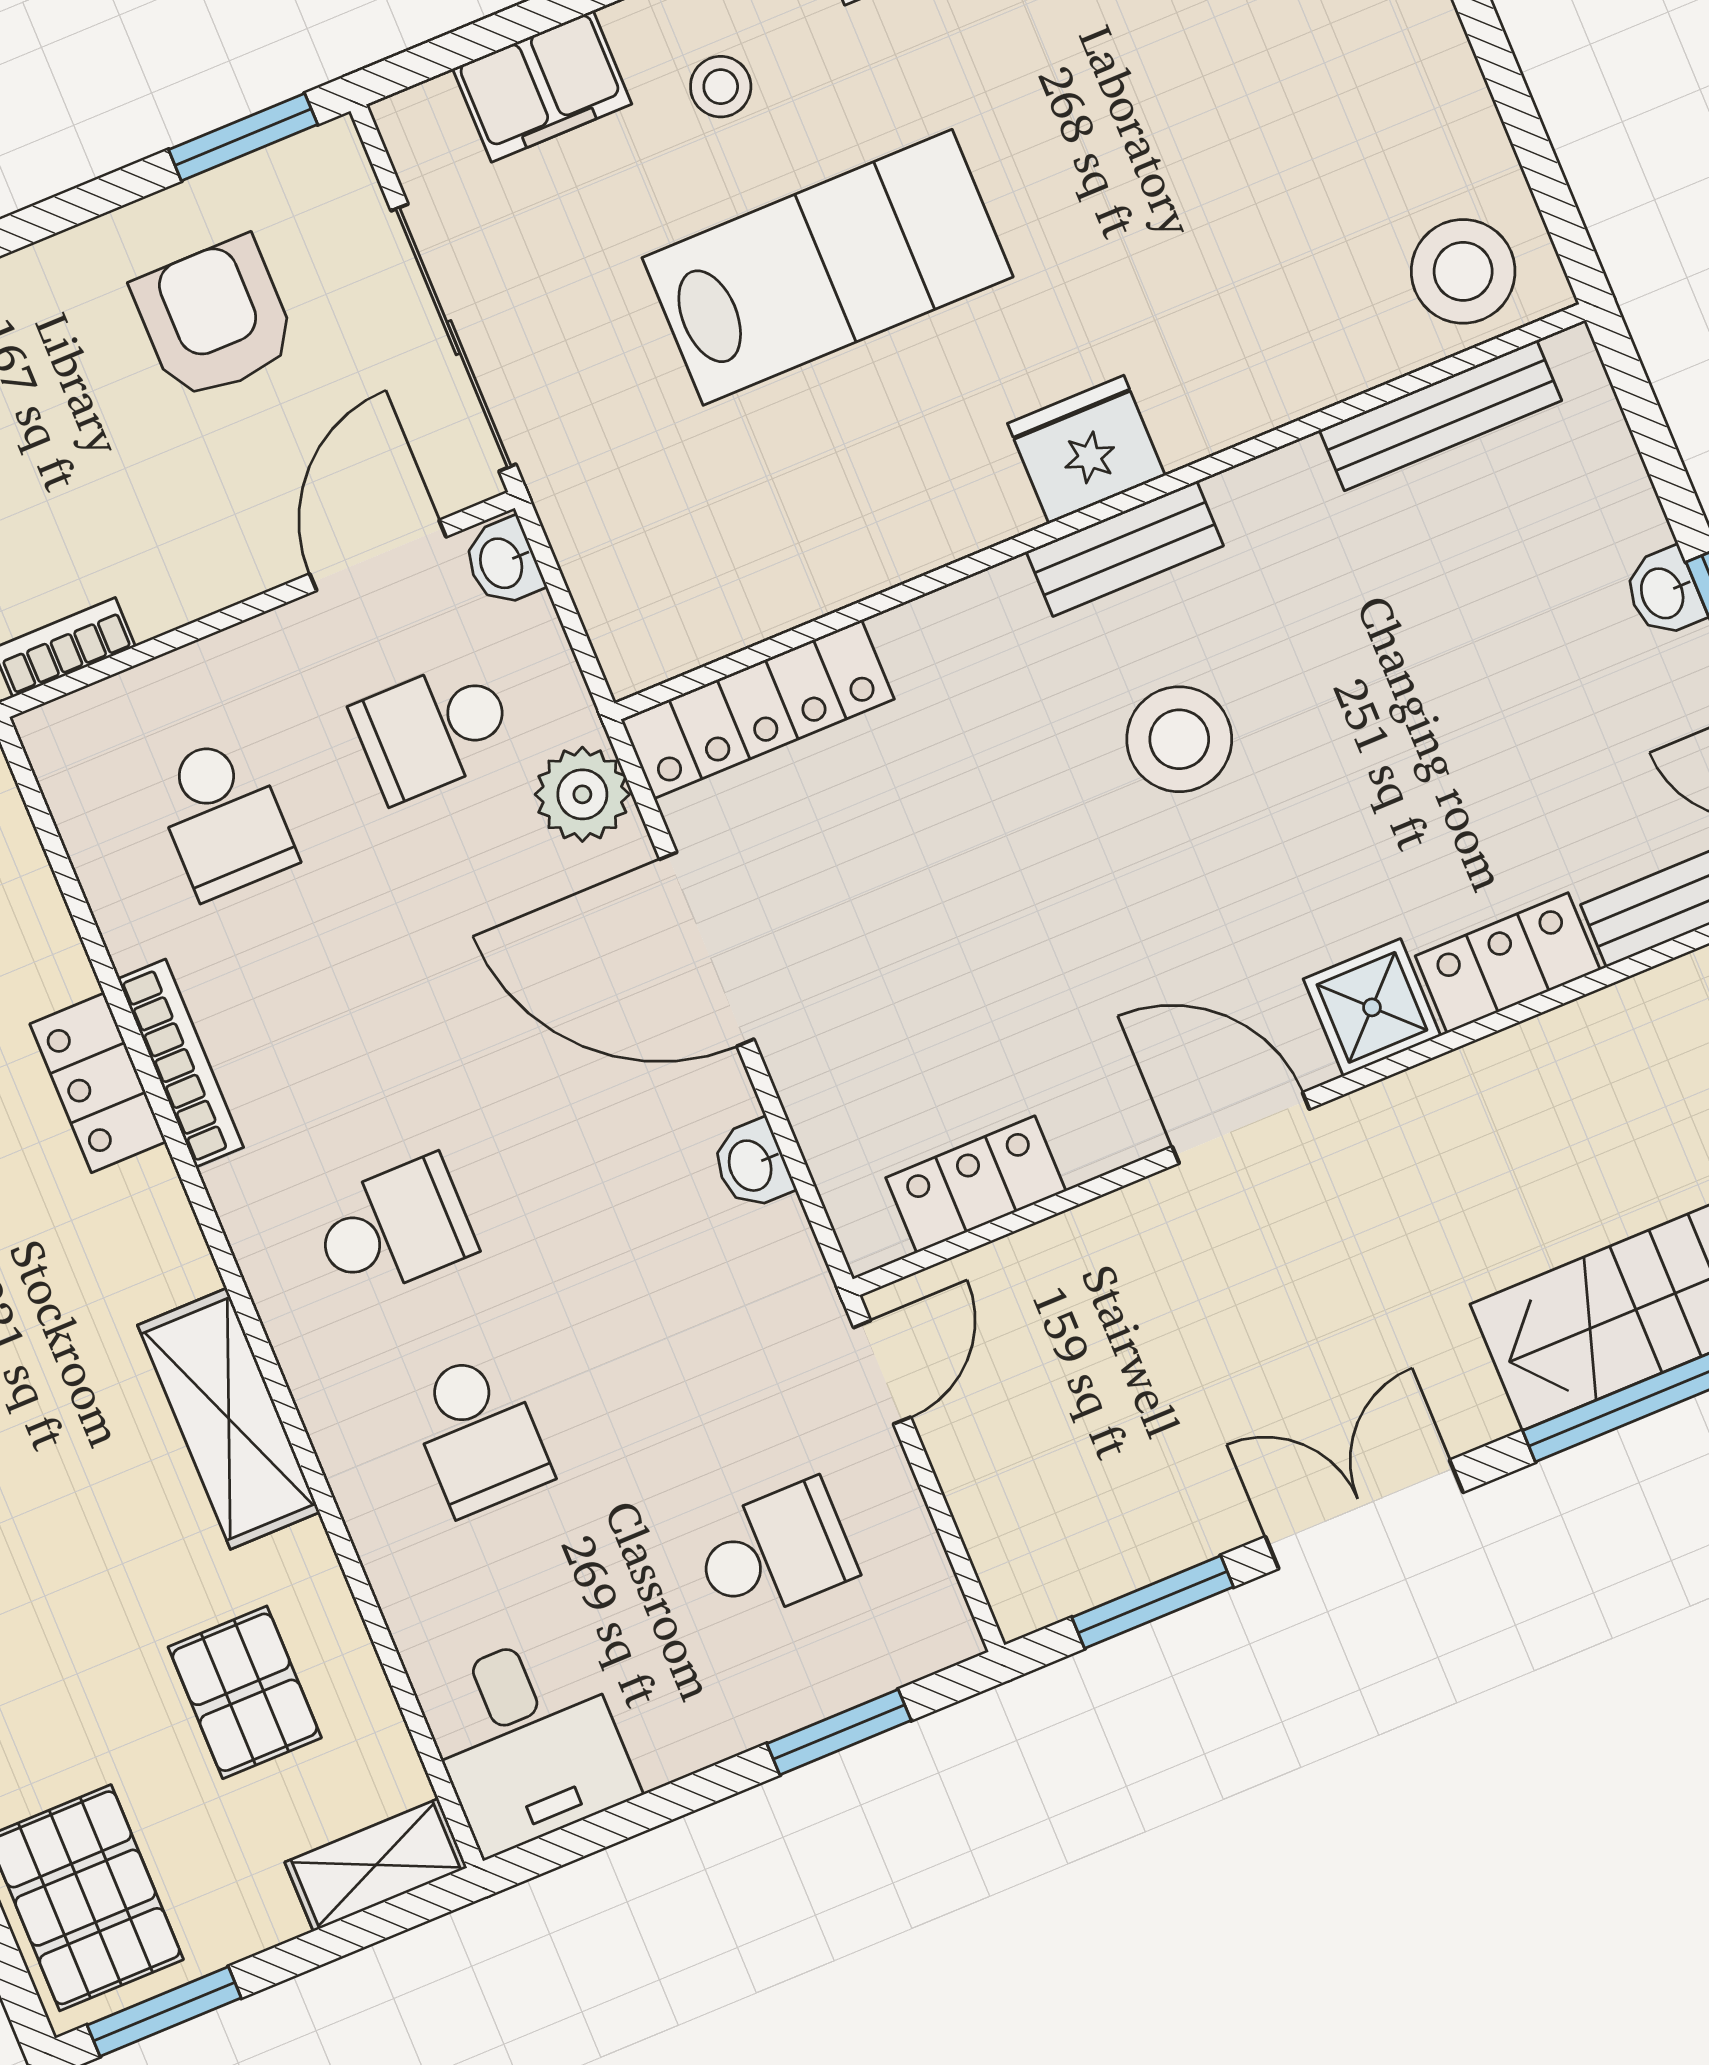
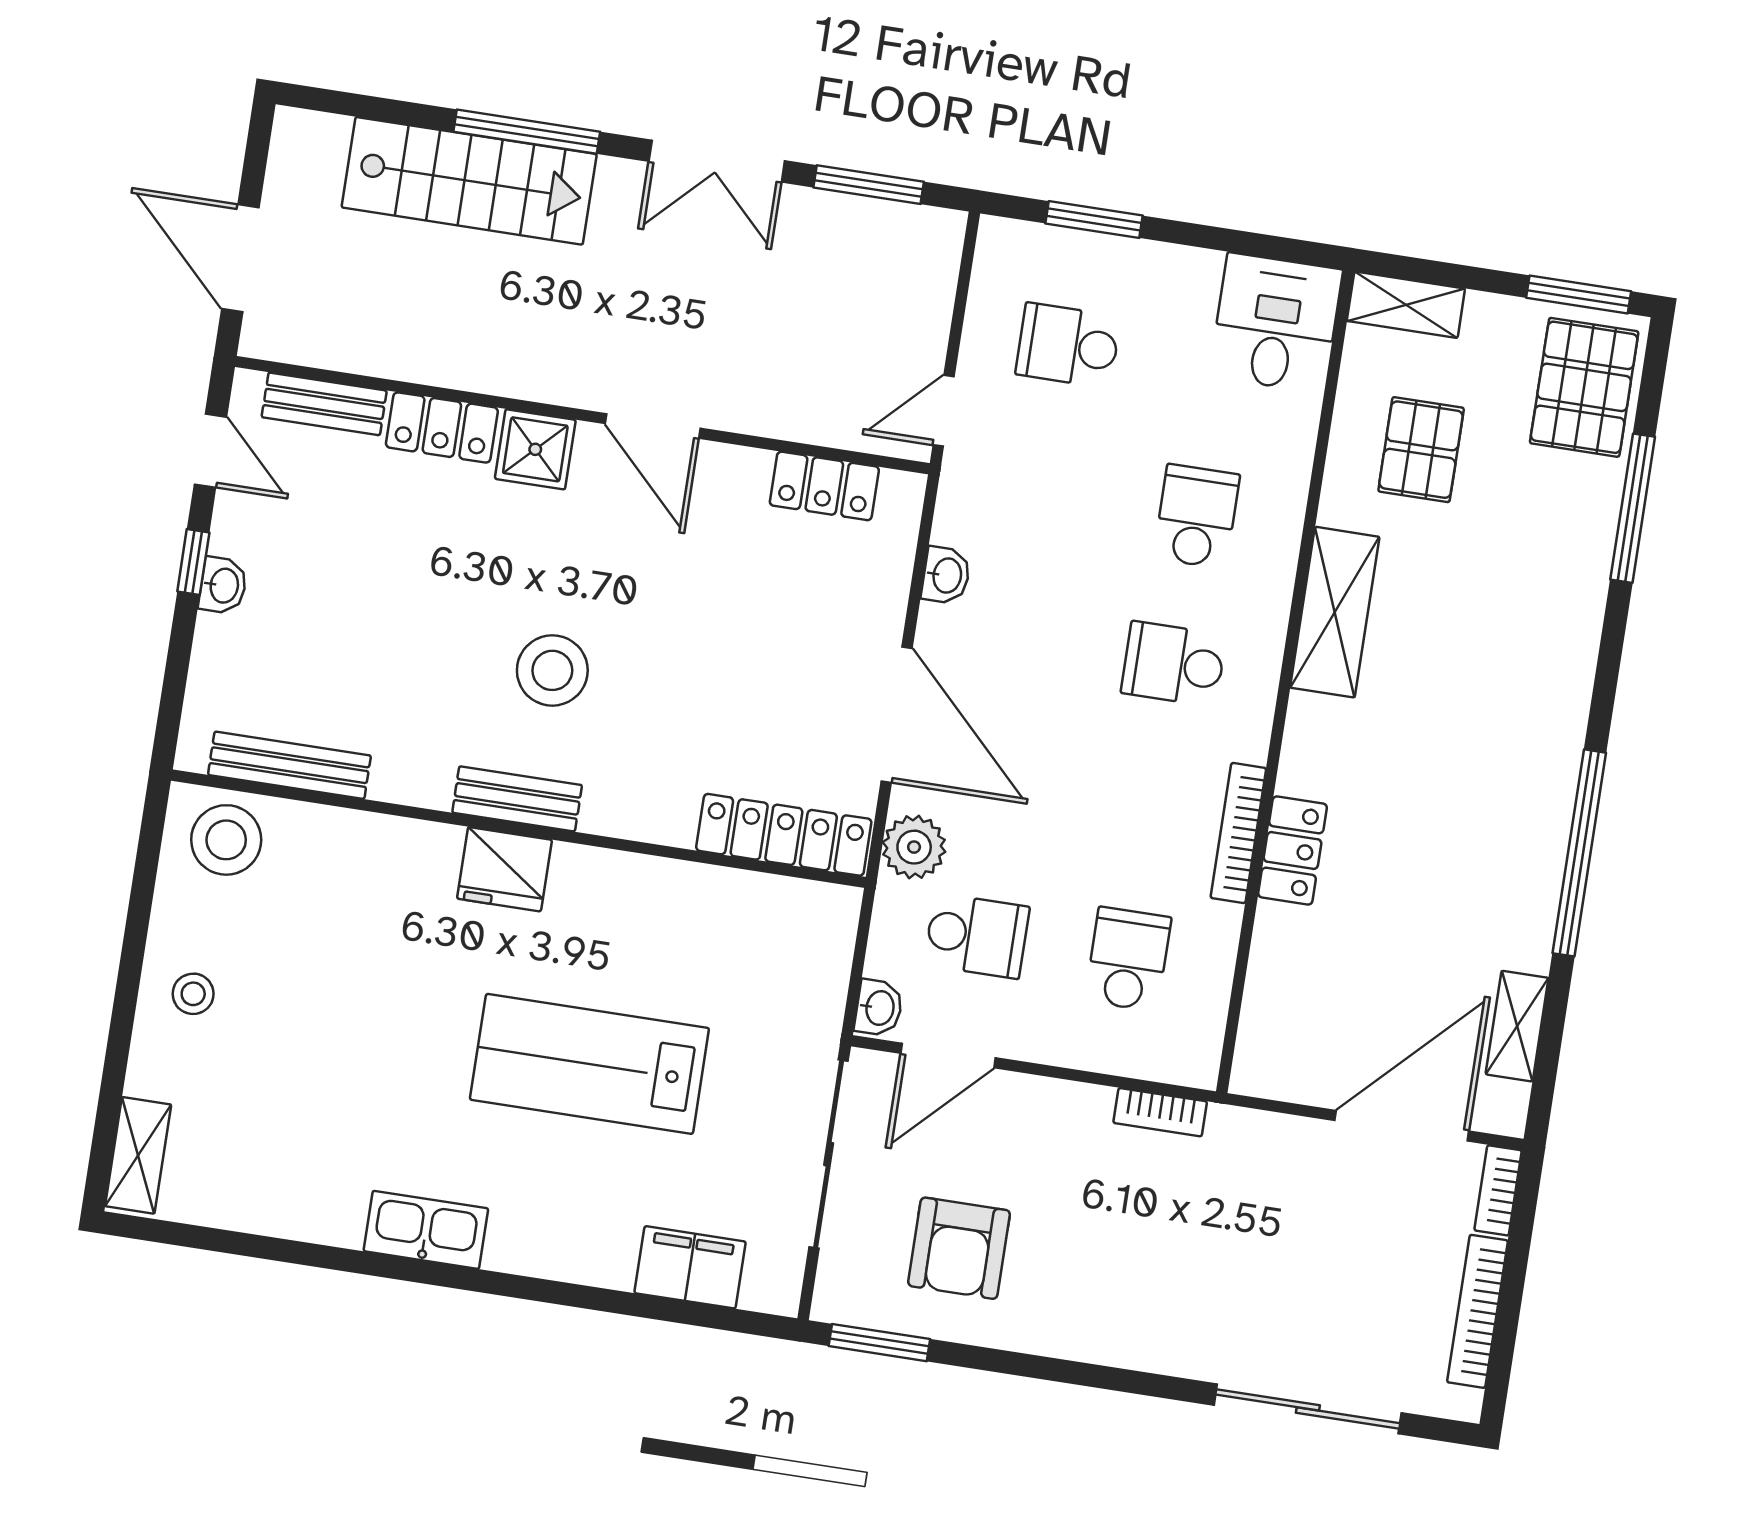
stool: (721, 87) -> (193, 994), moved

